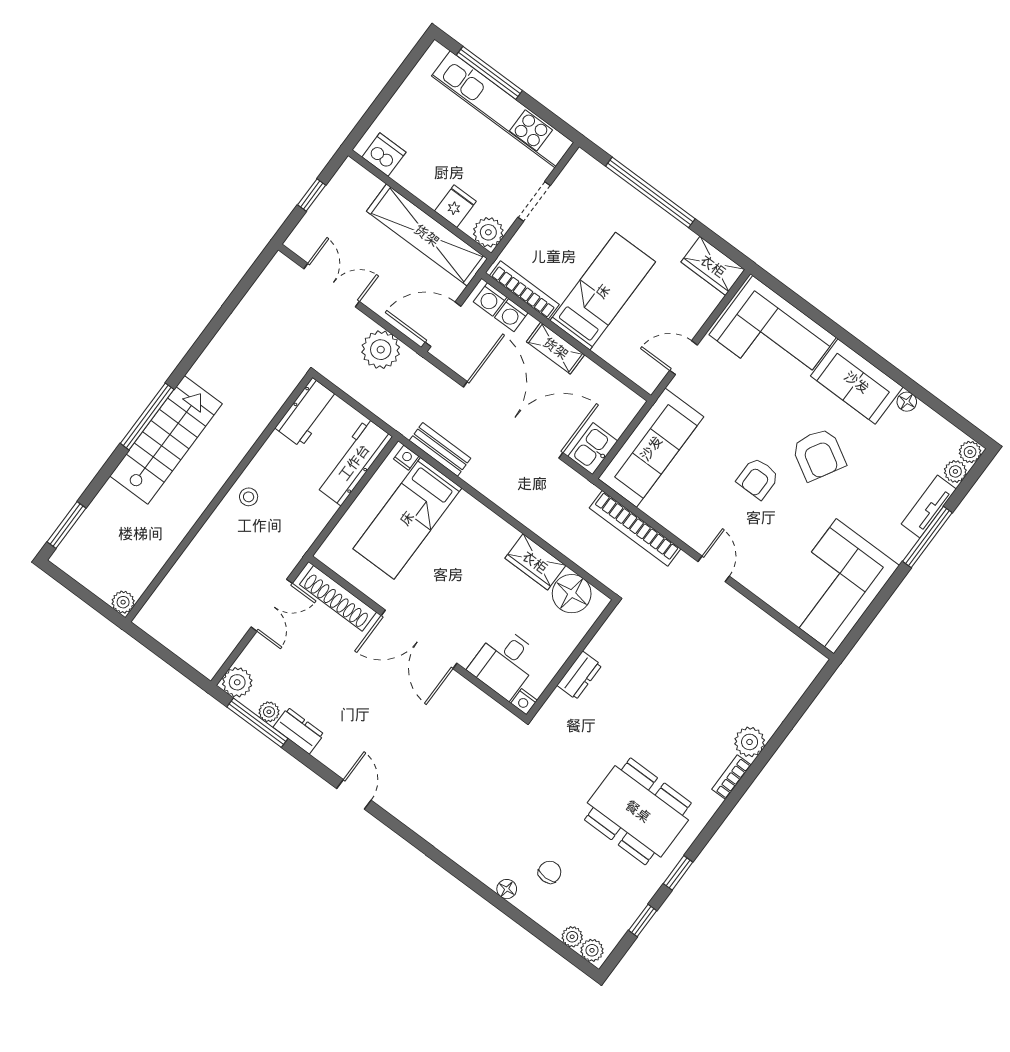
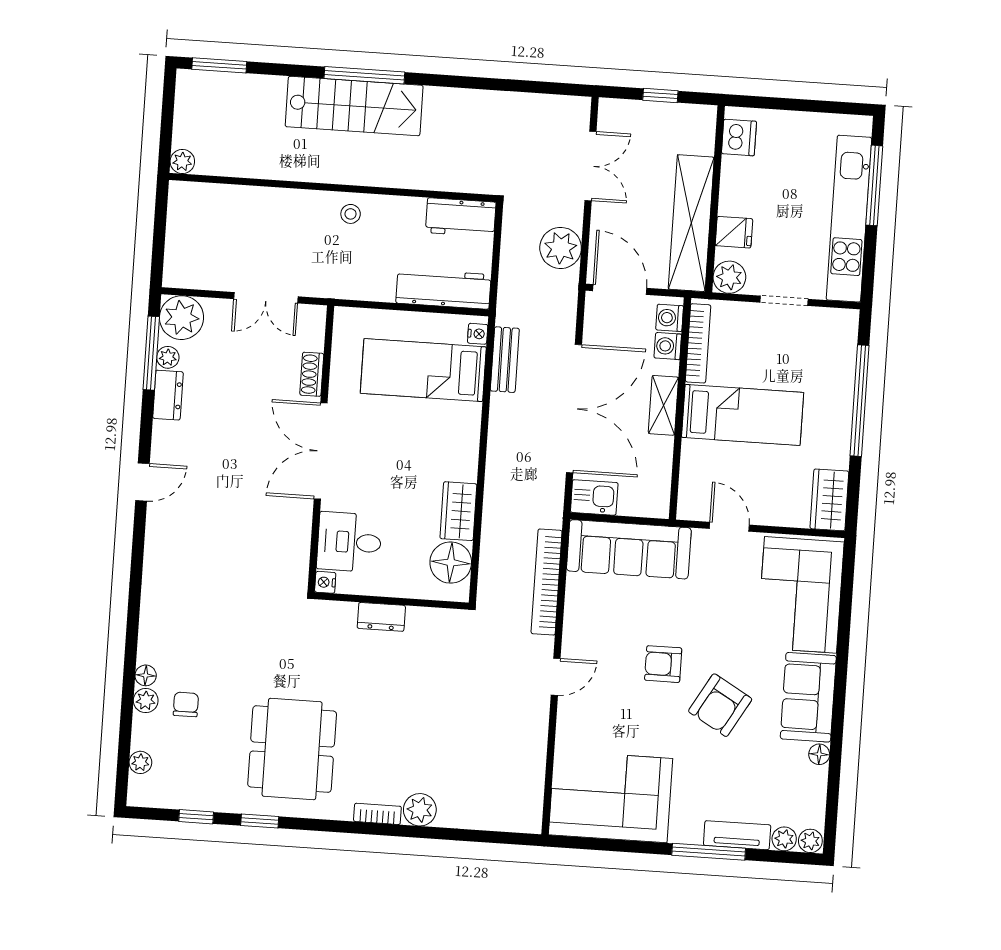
shoe rack: (338, 598) -> (312, 374), width x0.51, depth x0.81
plant: (237, 682) -> (182, 318), width x1.36, depth x1.36
chair: (550, 872) -> (186, 704), turned -90
plant: (592, 950) -> (146, 701), moved

